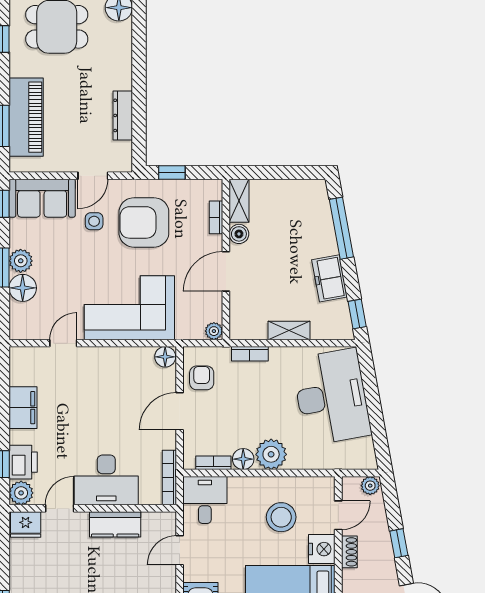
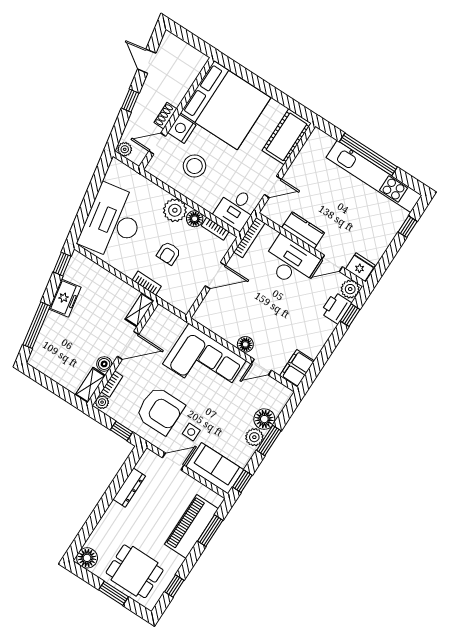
shelving: (289, 330) -> (140, 310), moved, turned 90
plant: (214, 331) -> (102, 402), moved
floor lamp: (165, 357) -> (245, 344), moved
armchair: (202, 378) -> (169, 253), moved
filing cabinet: (23, 408) -> (297, 368), moved

